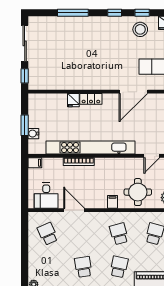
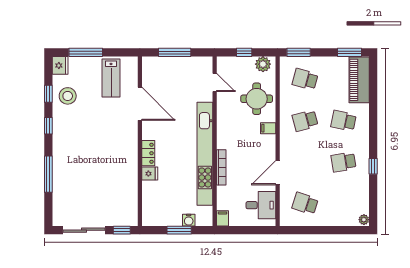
school desk: (48, 234) -> (305, 203), turned 42

